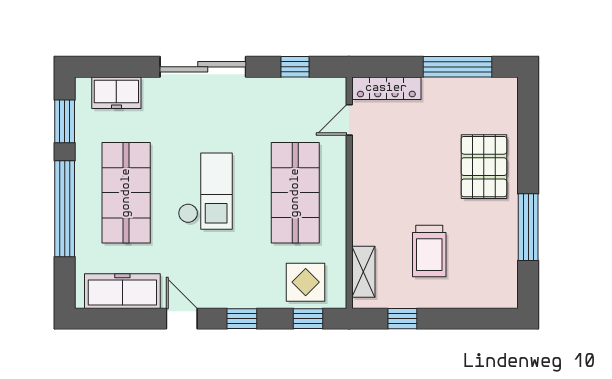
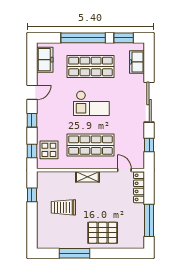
shelving: (363, 272) -> (87, 177), moved
freezer: (122, 291) -> (45, 60), width x0.71

